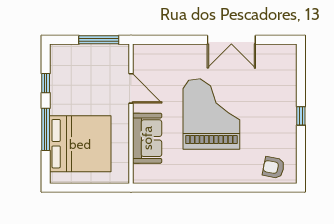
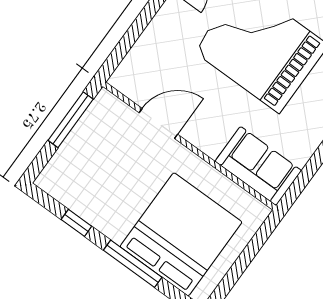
sofa: (147, 138) -> (258, 166), moved

